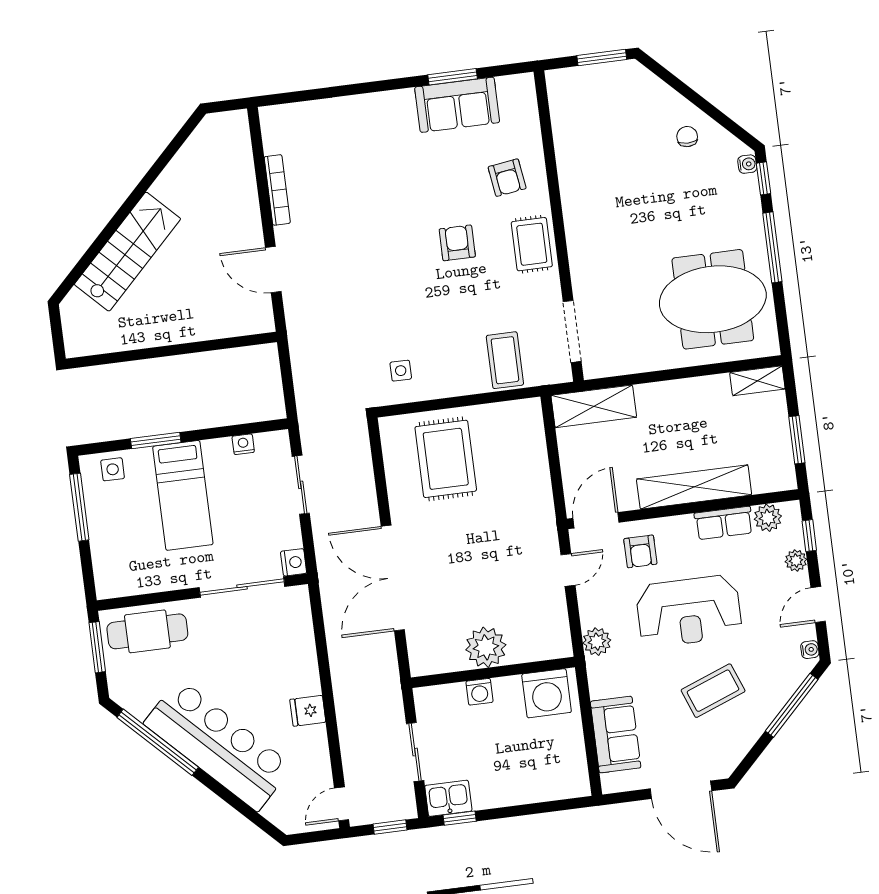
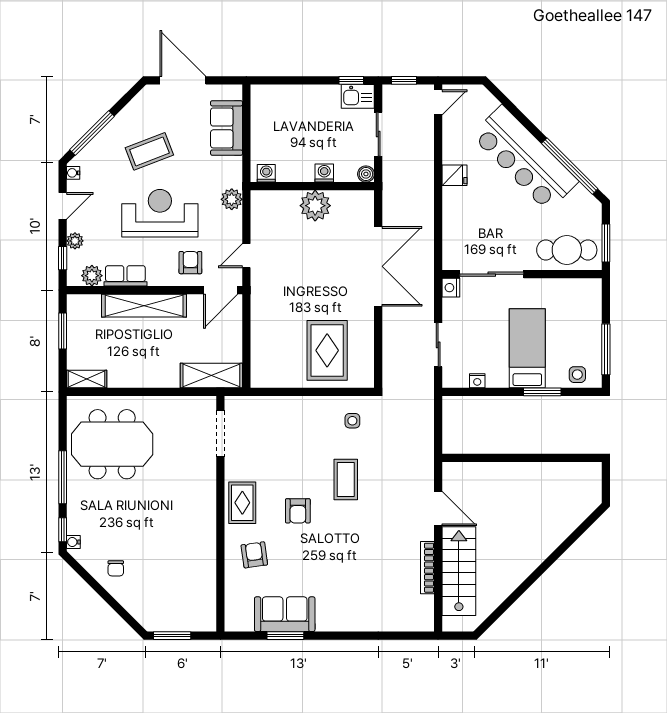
stairs: (128, 252) -> (459, 571), moved, turned 135
coffee table: (505, 360) -> (346, 479), moved
washing machine: (547, 693) -> (266, 173), width x0.53, depth x0.53
boiler: (424, 697) -> (366, 174), added

